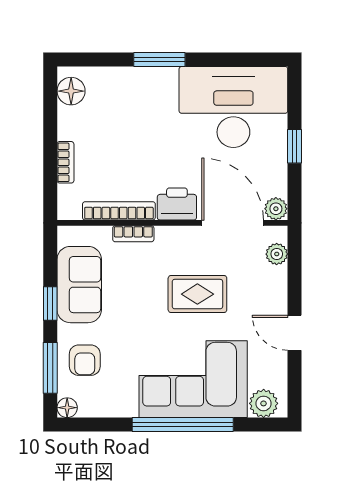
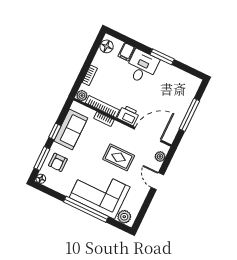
window: (159, 59) -> (162, 57), moved
filing cabinet: (115, 83) -> (127, 52), added
desk: (233, 107) -> (142, 67), moved, width x0.53, depth x0.77
window: (295, 146) -> (189, 115), width x2.17
plant: (276, 209) -> (82, 96), moved
door: (233, 223) -> (148, 135), hinge flipped
door: (295, 333) -> (157, 181), moved

